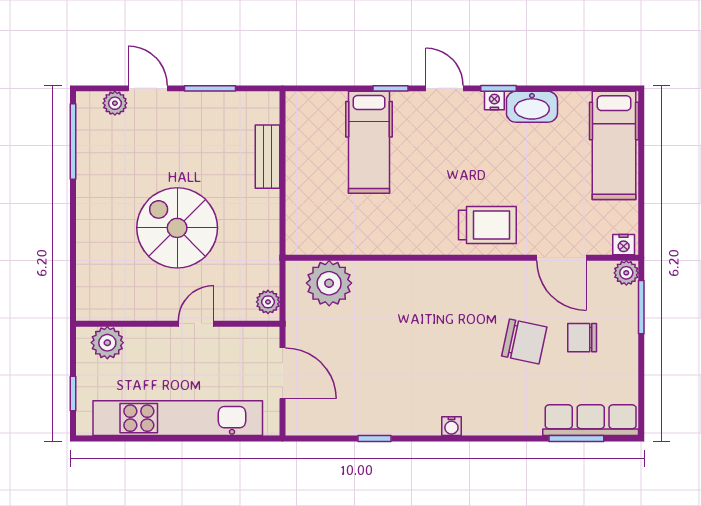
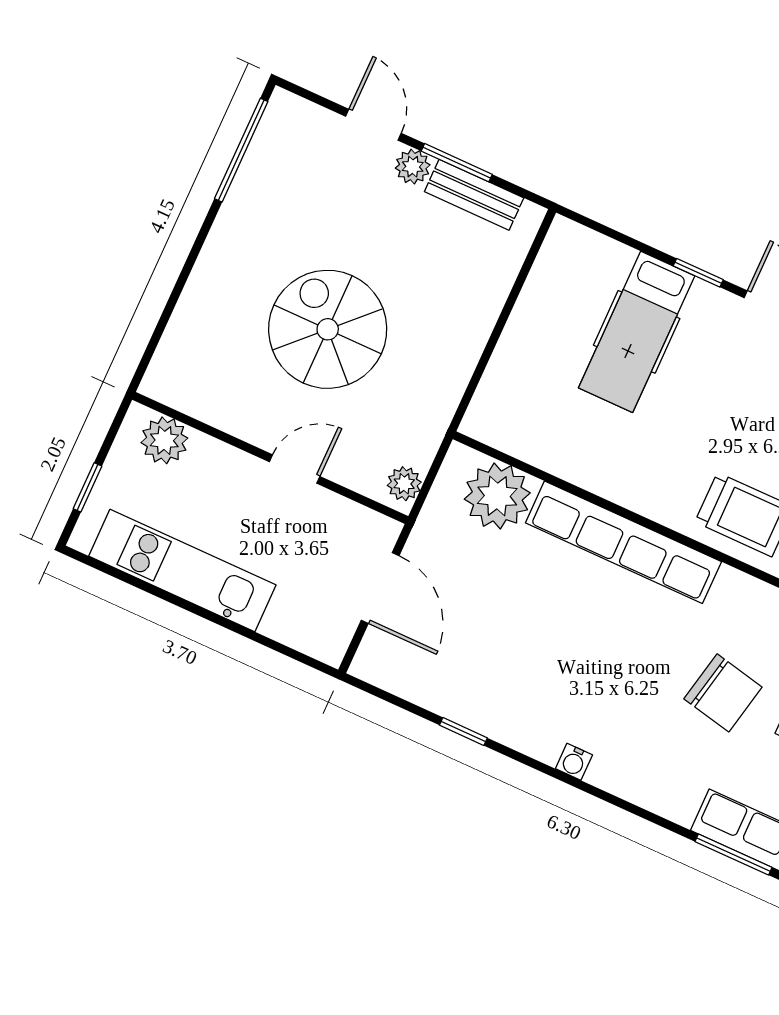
plant: (115, 103) -> (413, 167), moved
bench: (268, 157) -> (474, 195), moved, turned 90
row of seats: (420, 276) -> (623, 542), added
kitchen unit: (178, 418) -> (182, 571), width x0.73

